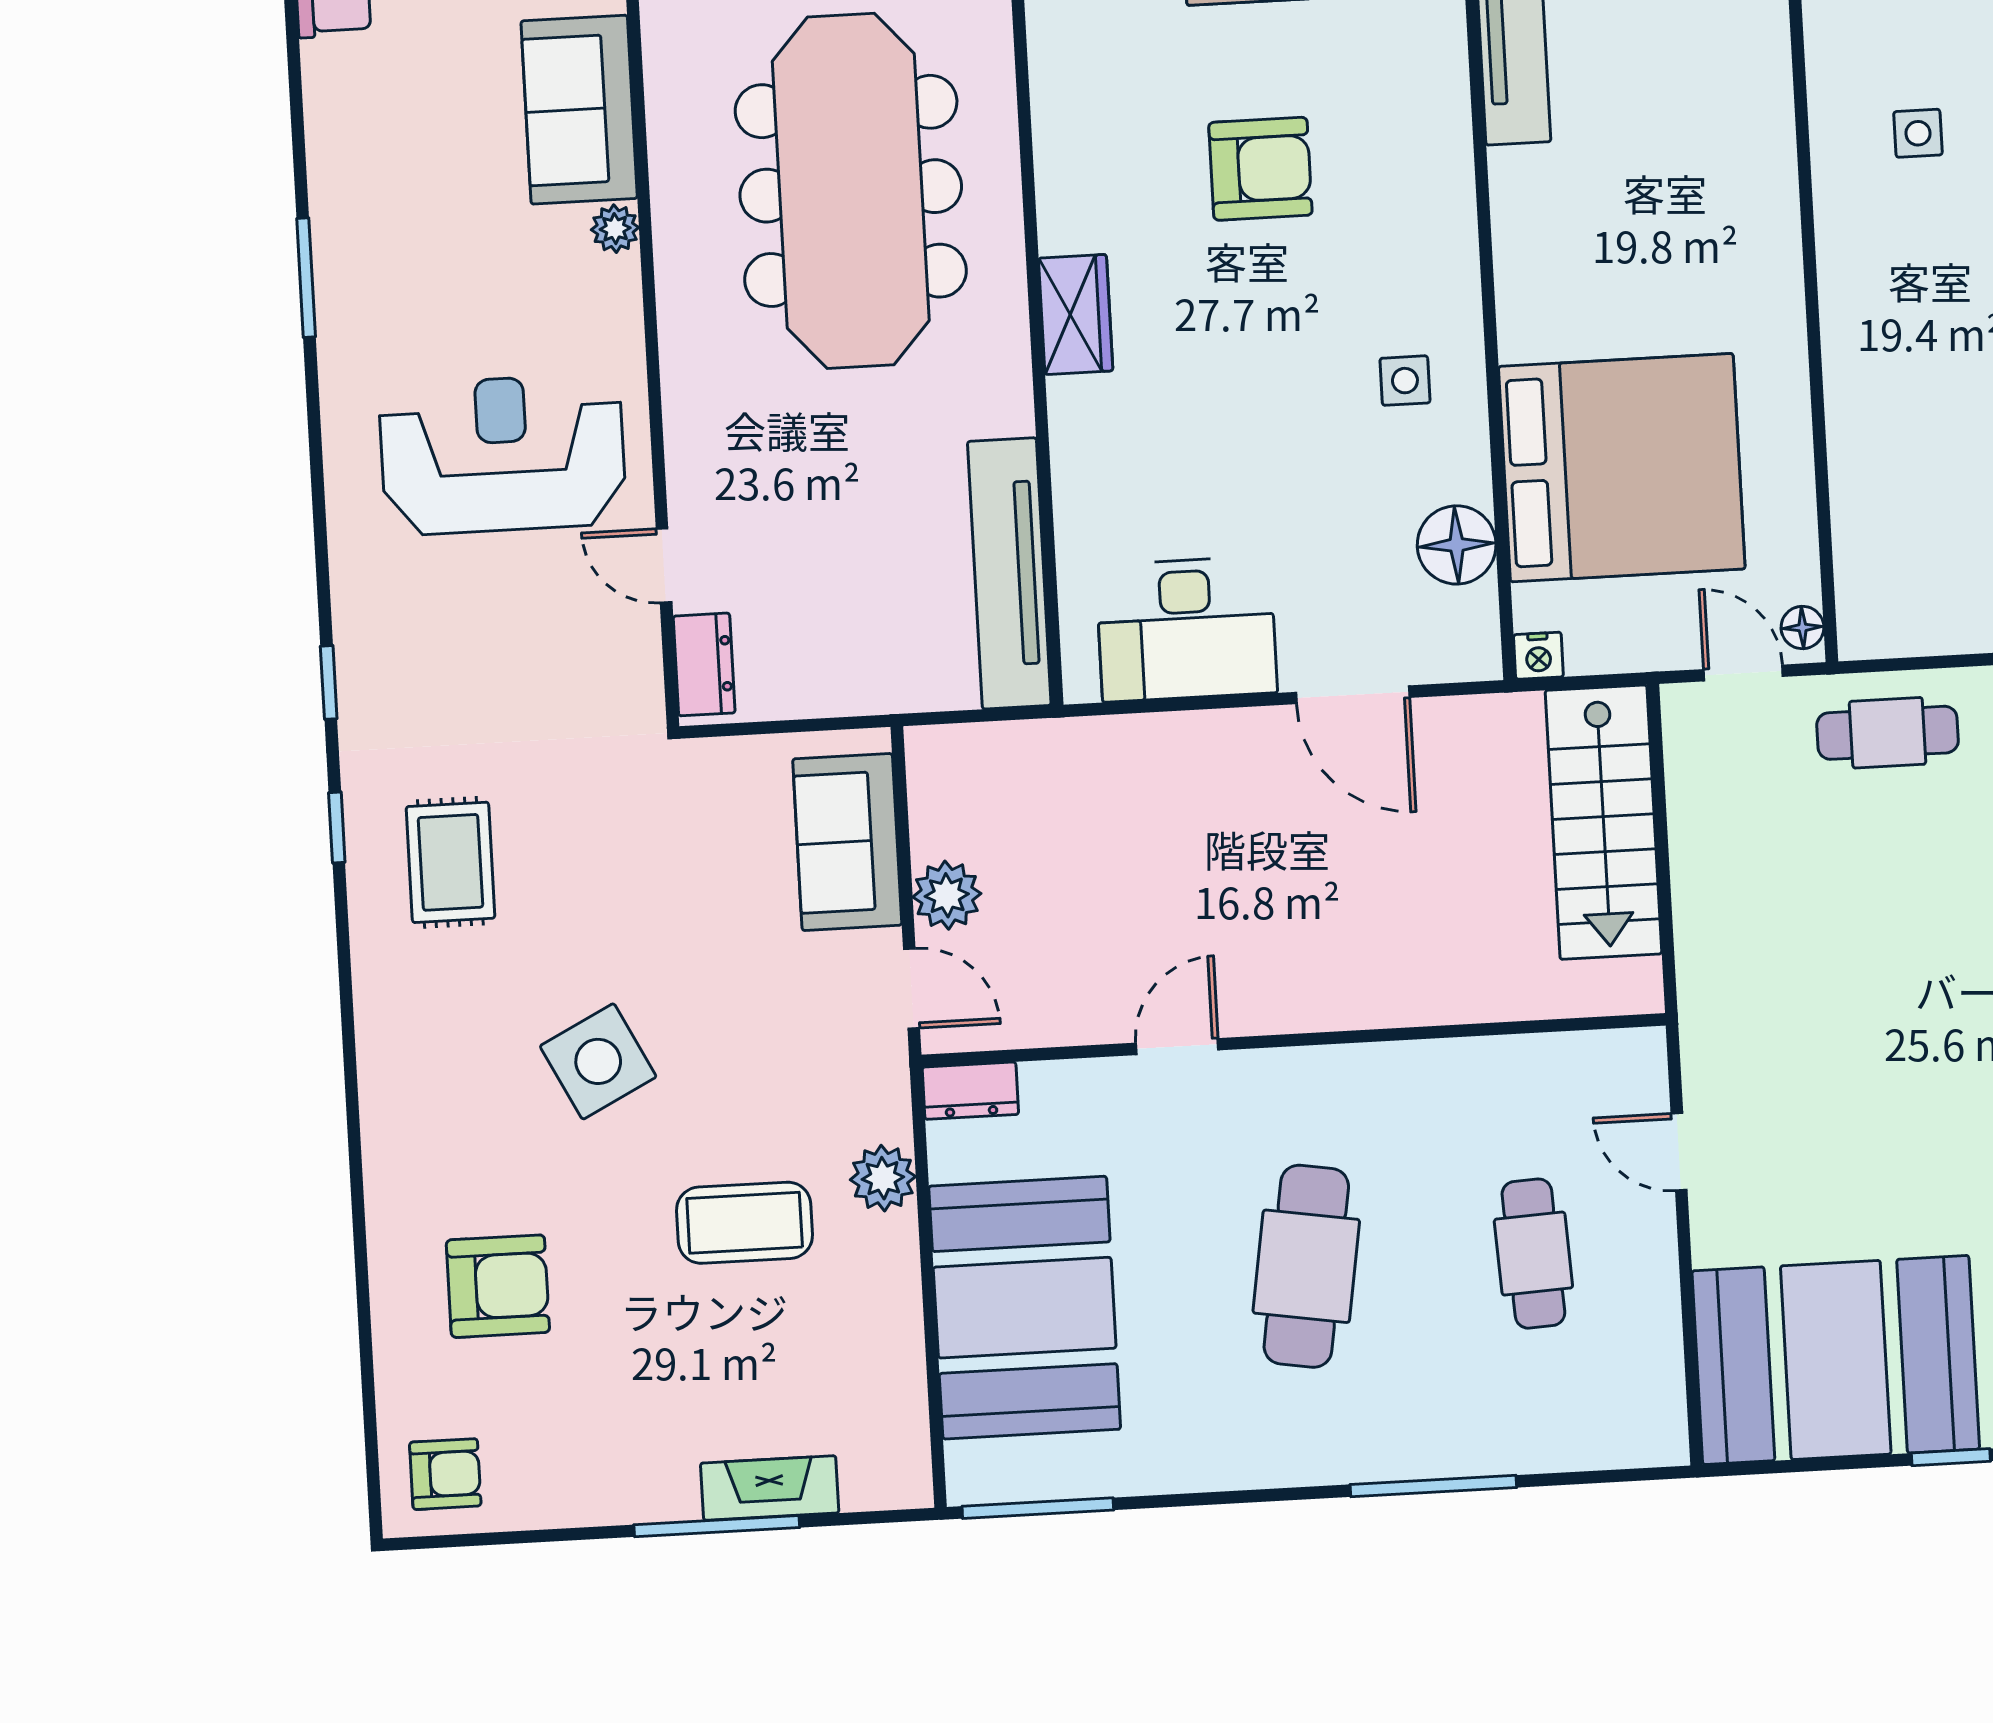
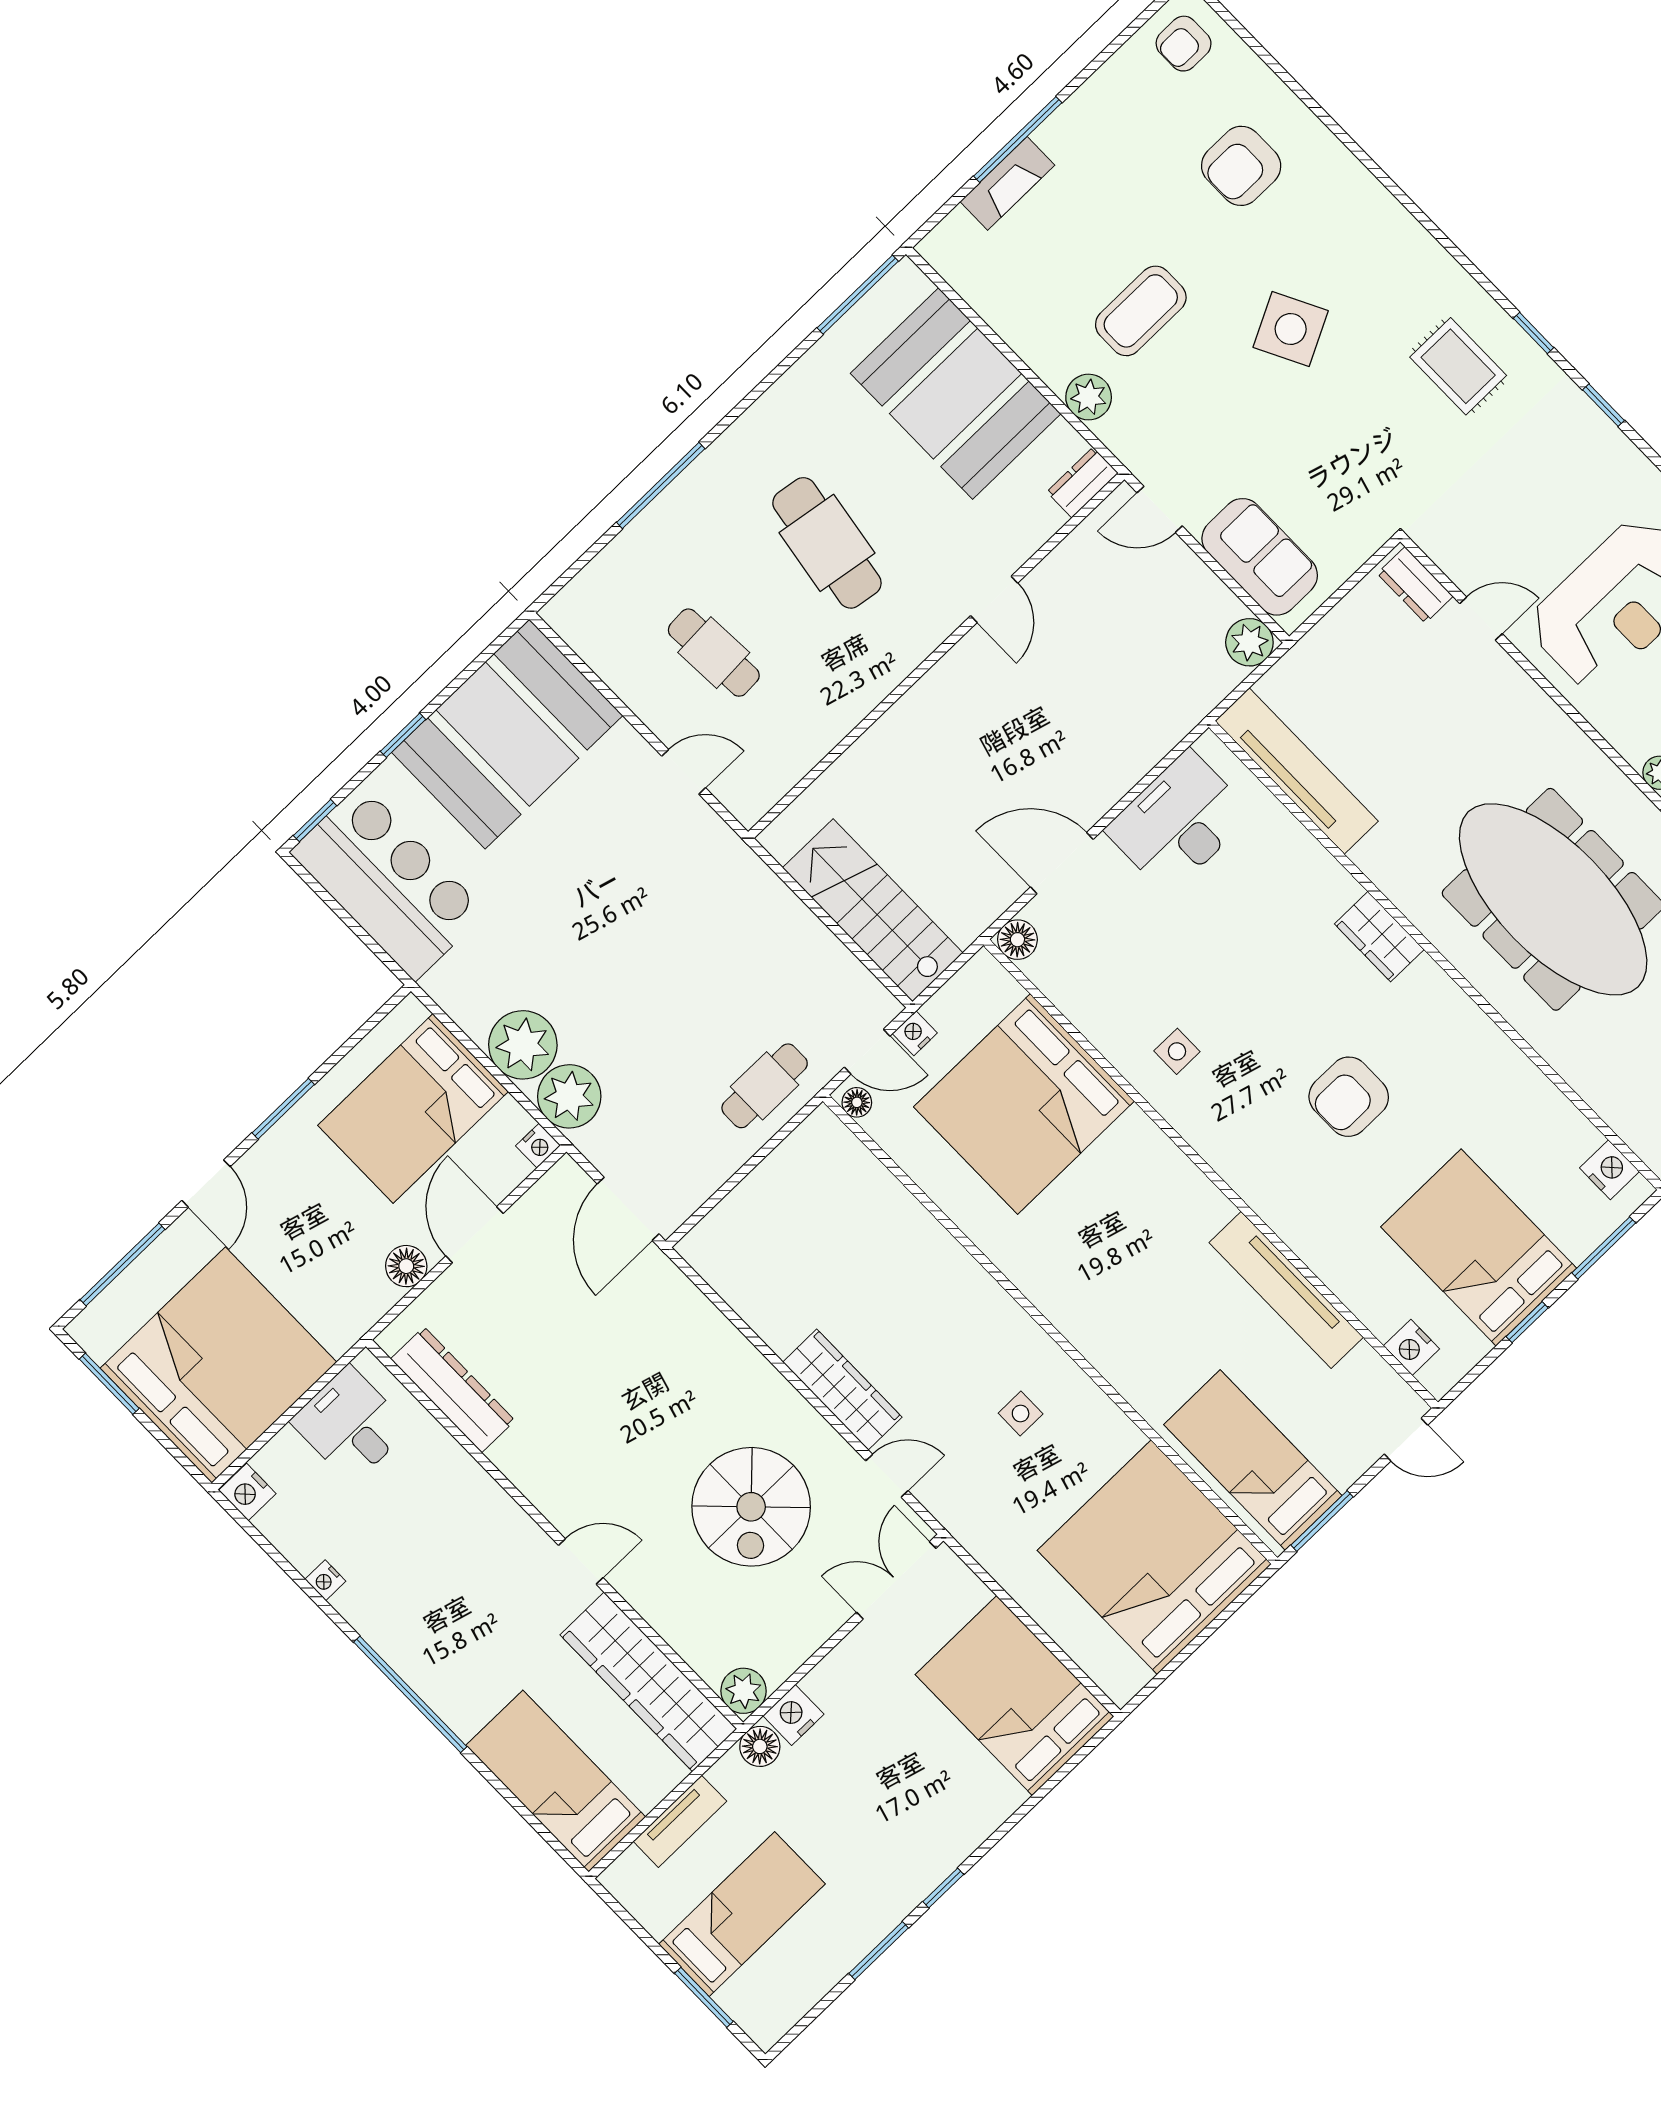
floor lamp: (1457, 545) -> (1017, 940), moved, width x0.73, depth x0.73
nightstand: (1538, 656) -> (915, 1033), moved
plant: (947, 895) -> (1249, 642), moved

